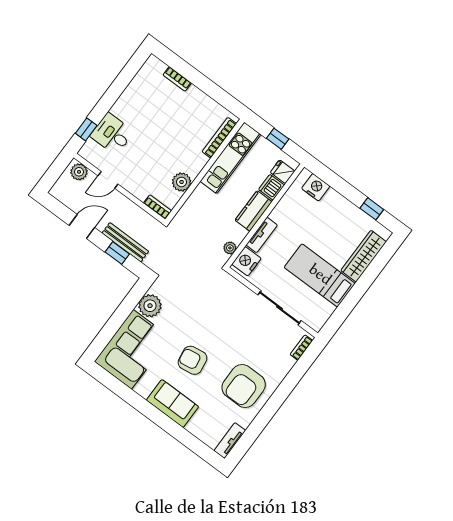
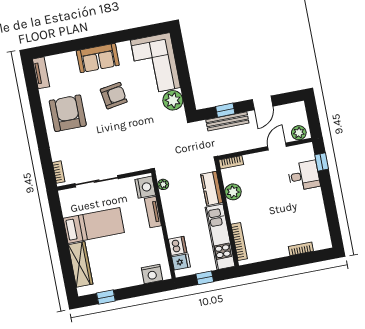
kitchen counter: (254, 211) -> (212, 188), moved, turned 180

